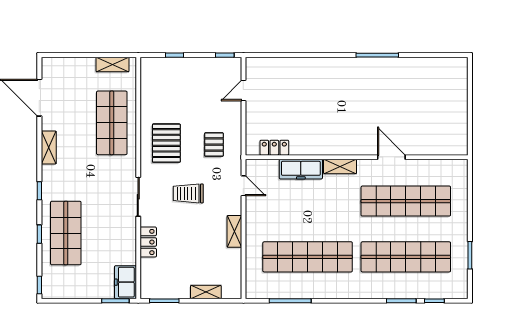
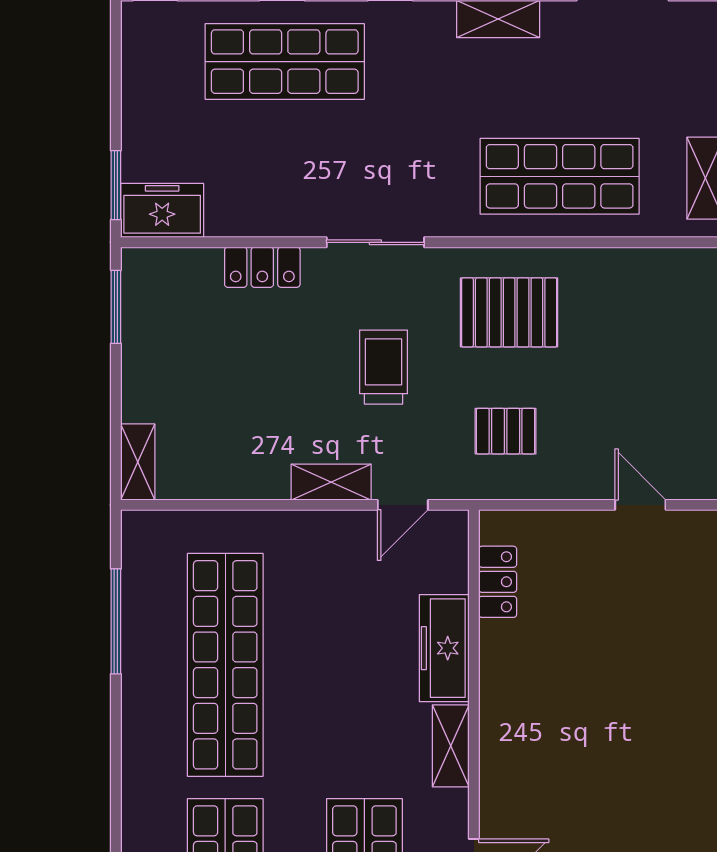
shelving: (234, 231) -> (331, 482), moved
shelving: (206, 292) -> (138, 462), moved

